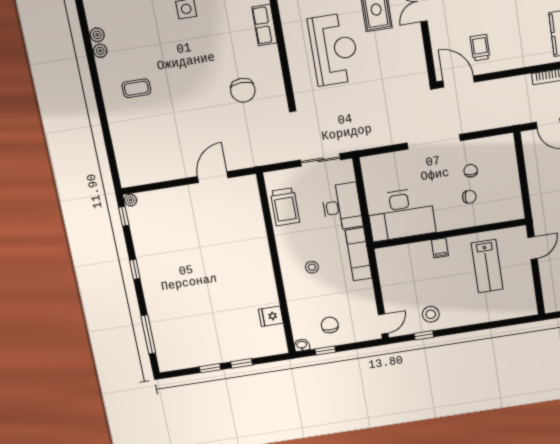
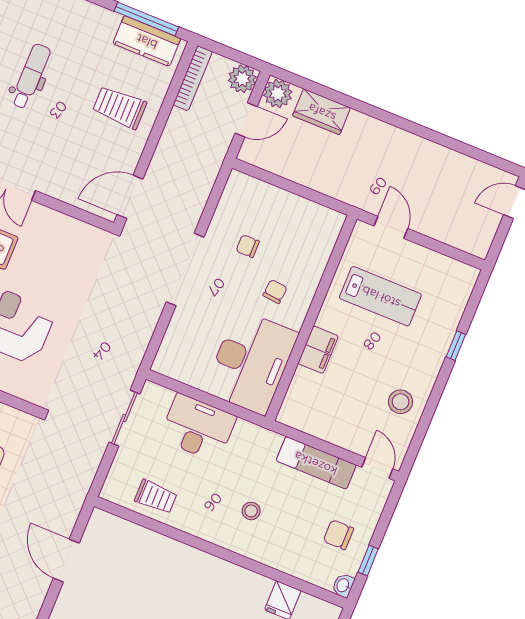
trolley: (480, 48) -> (119, 107), moved, width x1.36, depth x1.39
chair: (469, 197) -> (275, 291), moved
trolley: (285, 207) -> (156, 497), width x0.73, depth x0.72
filing cabinet: (440, 248) -> (318, 350), width x2.00
exam couch: (359, 254) -> (316, 463), moved
window: (424, 335) -> (456, 346), moved

